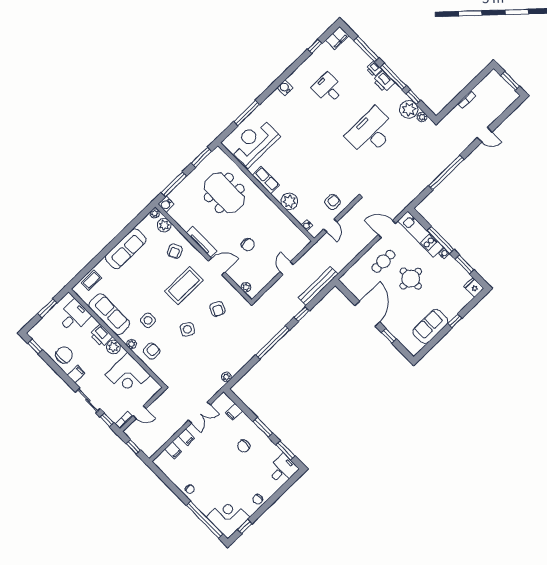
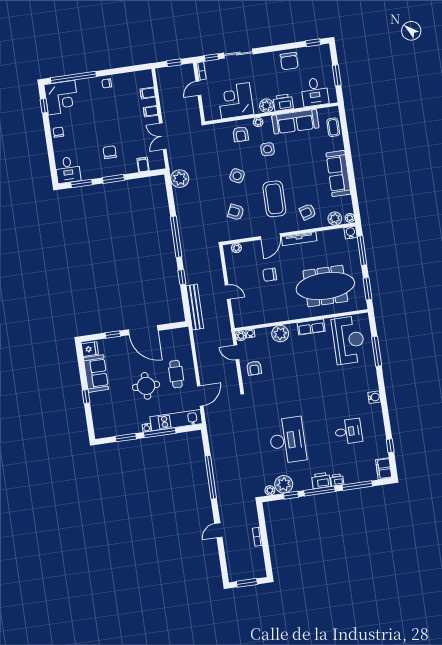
meeting table: (224, 193) -> (325, 286), width x1.36
plant: (314, 232) -> (241, 336), added
armchair: (175, 251) -> (308, 212), turned -83
fridge: (474, 287) -> (90, 349), moved
filing cabinet: (76, 374) -> (267, 60), removed
plant: (226, 377) -> (180, 179), width x1.87, depth x1.87

